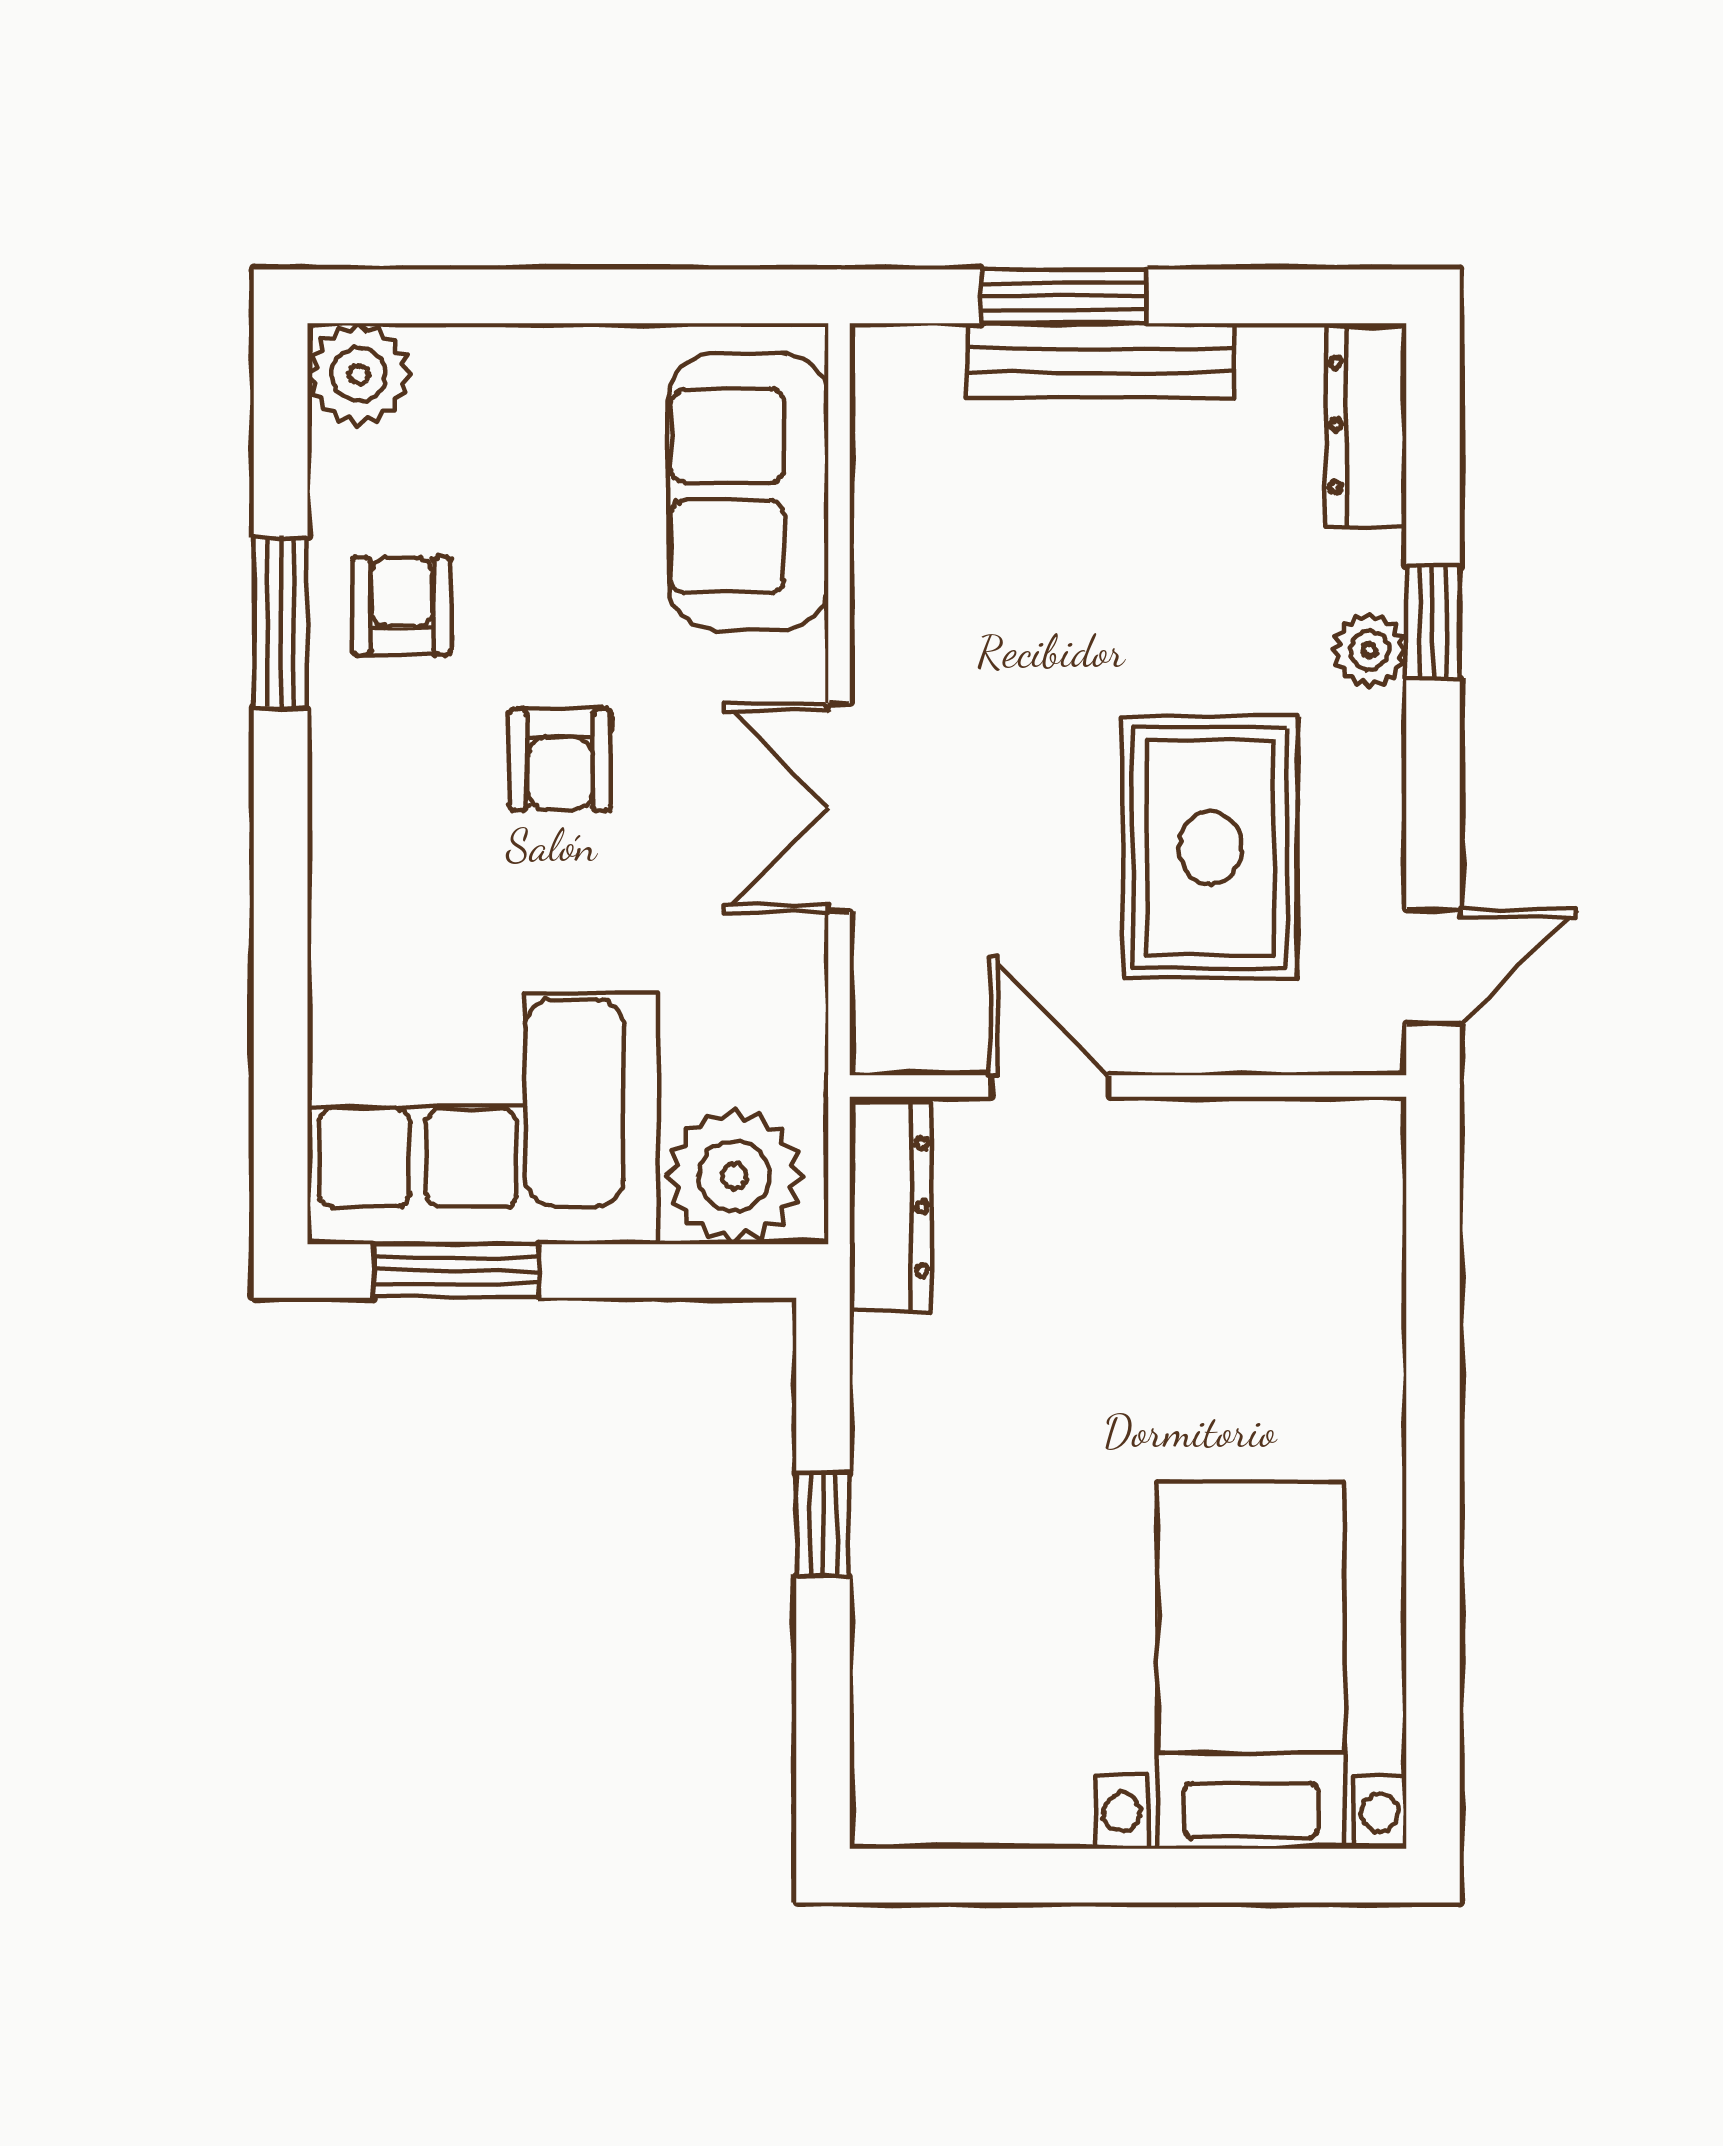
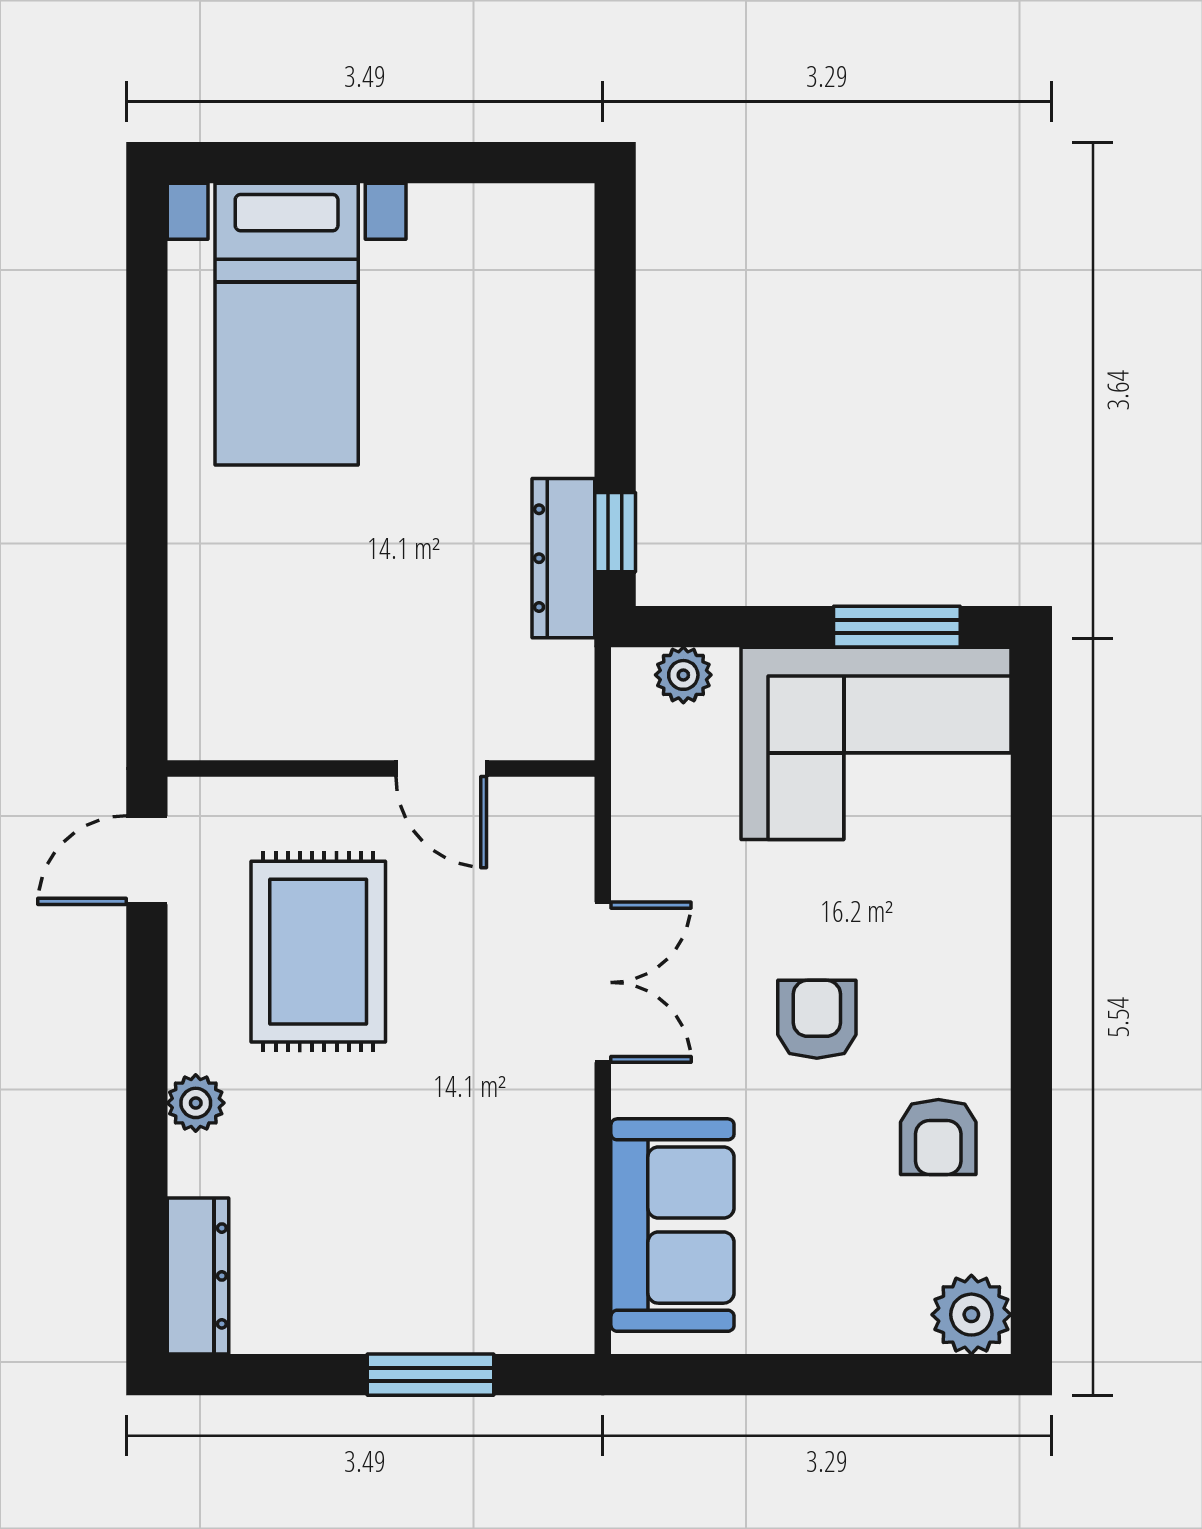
bench: (1101, 360) -> (402, 1325), removed
window: (1433, 622) -> (147, 1125), removed
window: (281, 623) -> (1031, 1124), removed
plant: (734, 1176) -> (683, 675), width x0.53, depth x0.53
dresser: (890, 1207) -> (563, 558), moved
window: (823, 1525) -> (615, 532), moved

